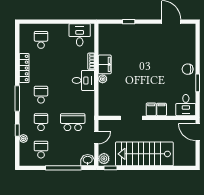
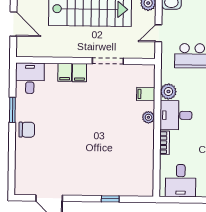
filing cabinet: (105, 64) -> (146, 94), moved, width x0.50
plant: (89, 97) -> (168, 92), added
door: (198, 132) -> (13, 24), moved

